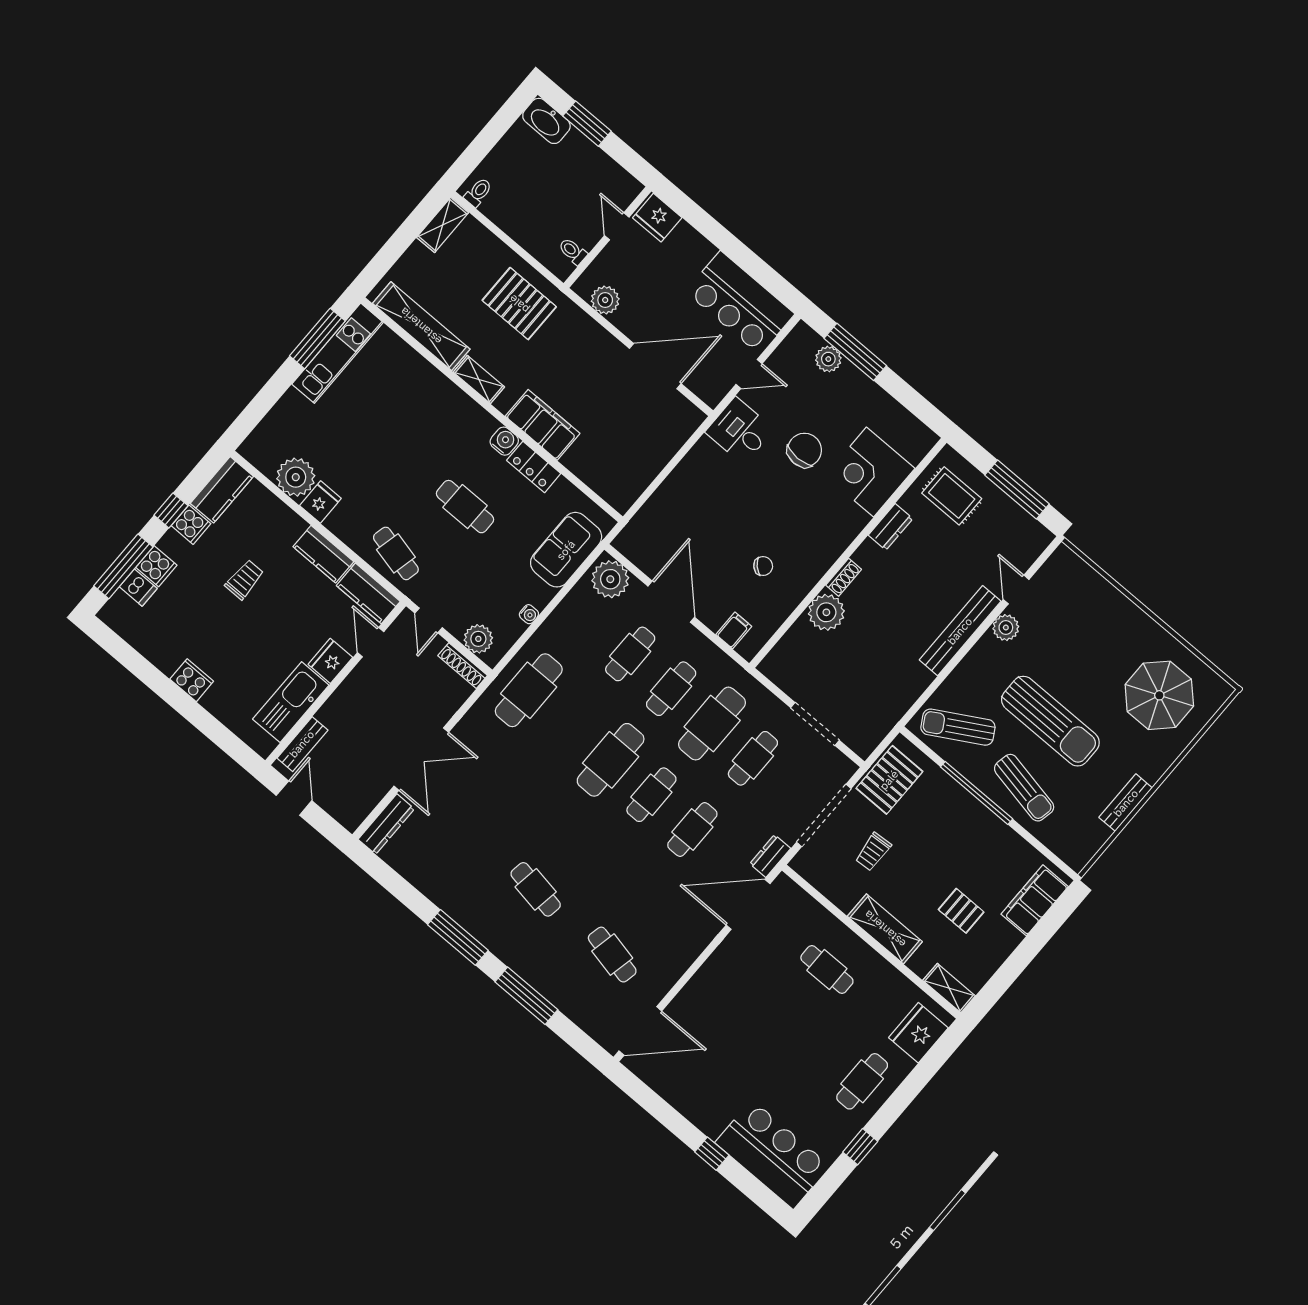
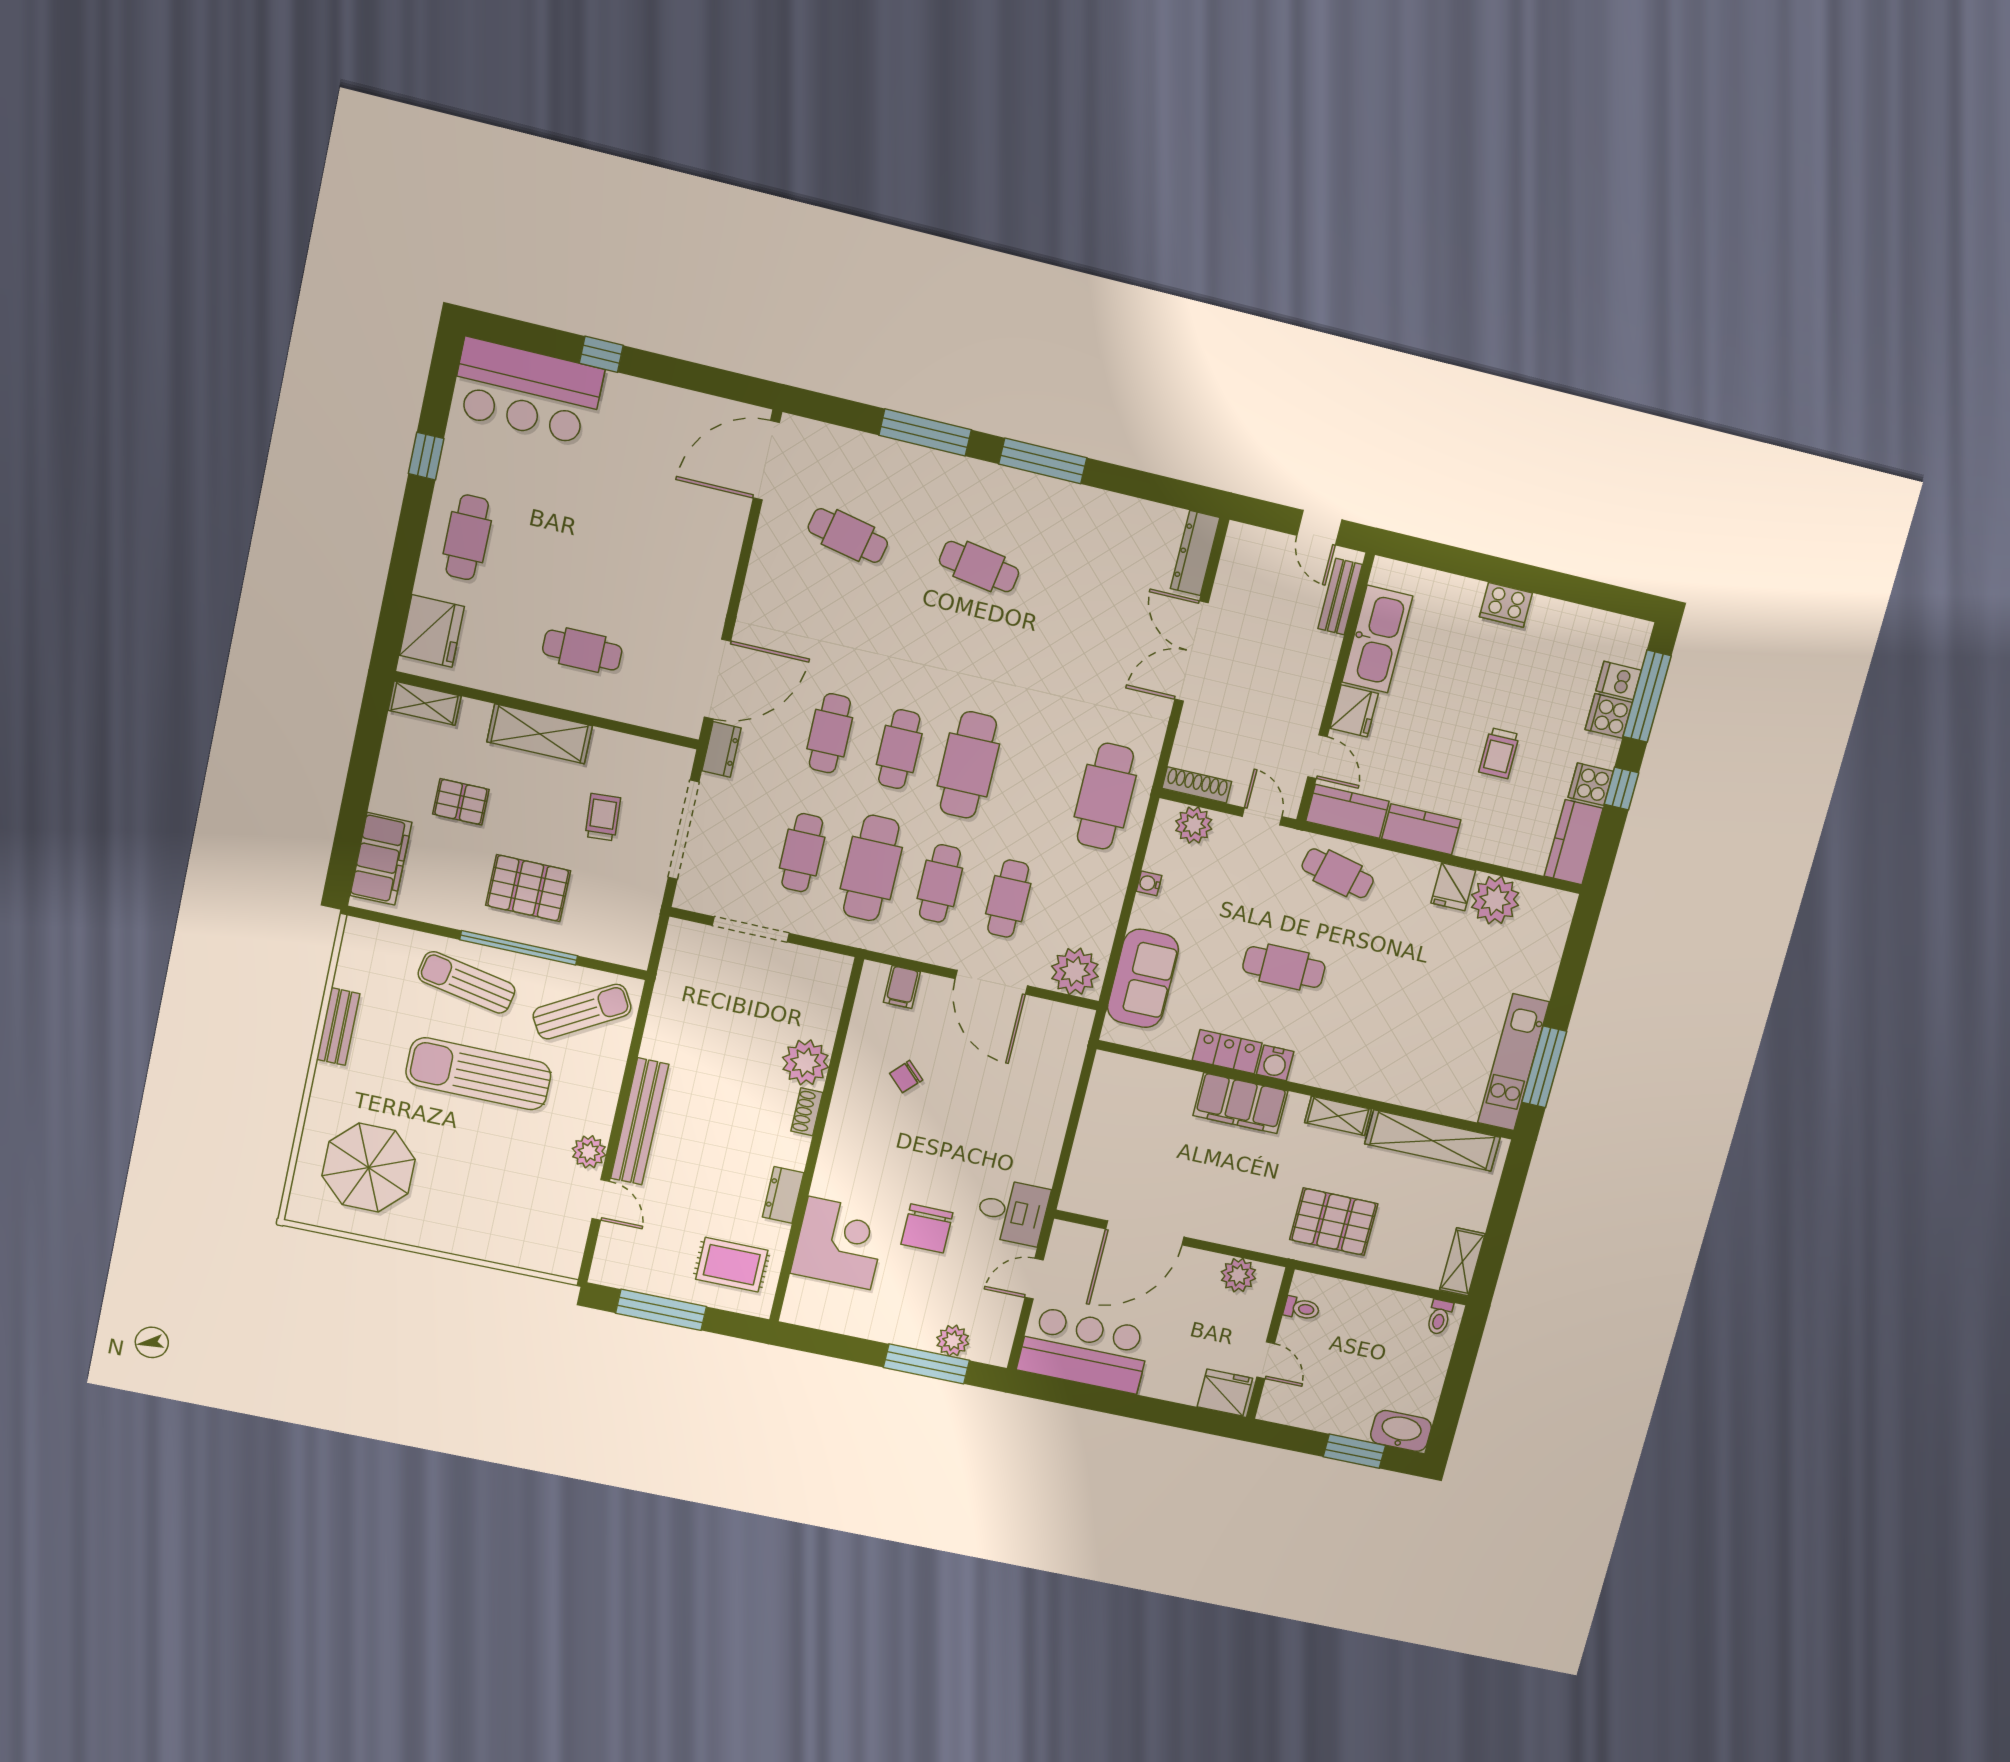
pallet: (889, 780) -> (528, 888), moved, turned 90

